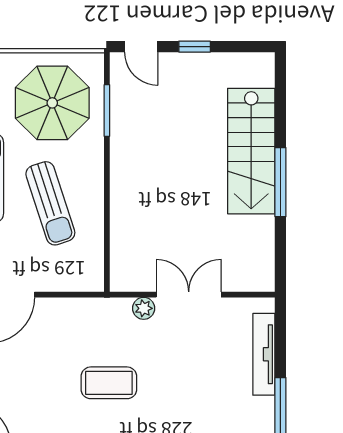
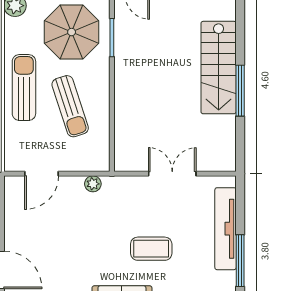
plant: (144, 308) -> (93, 184), moved
tv unit: (264, 354) -> (226, 229), width x1.36, depth x1.29
coffee table: (109, 383) -> (151, 249), moved

